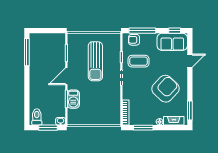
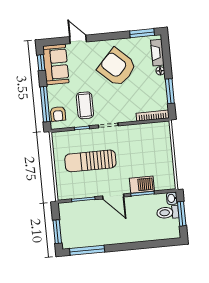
window: (43, 31) -> (57, 232), added
sun lounger: (95, 61) -> (90, 161), turned 180
toilet: (37, 117) -> (168, 212), moved

